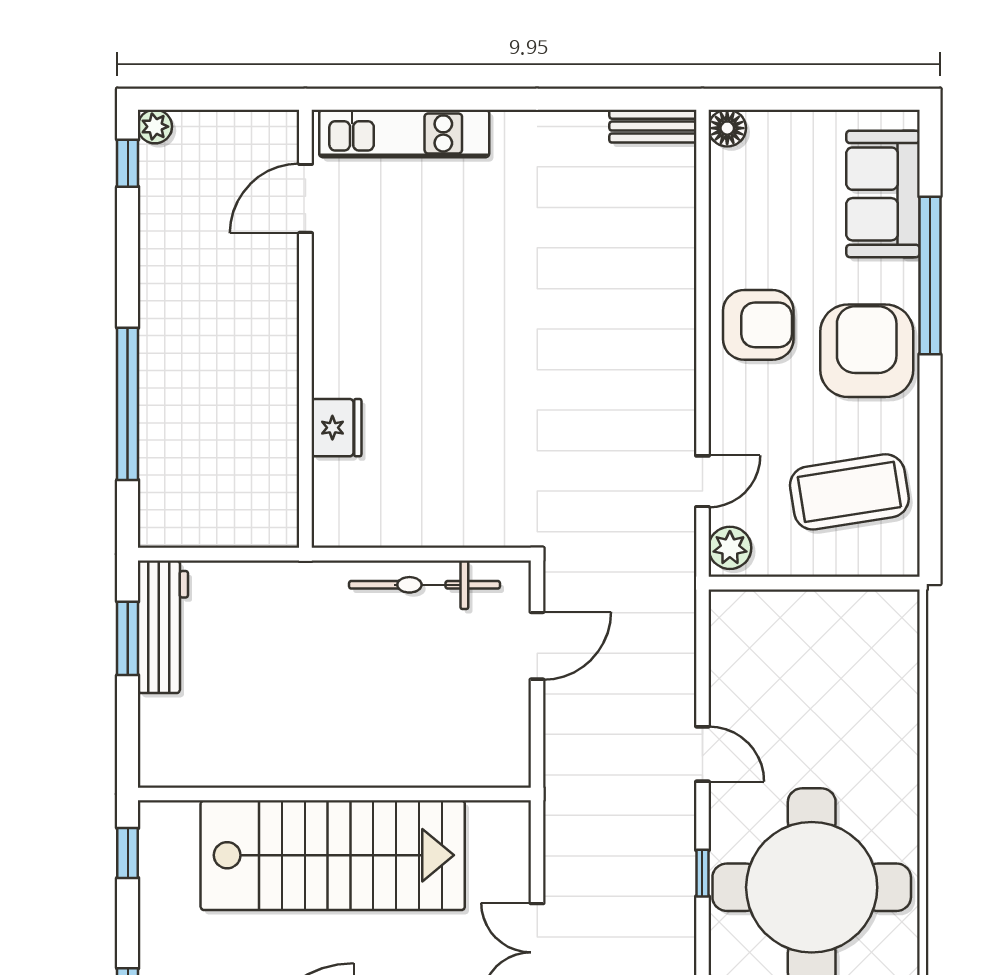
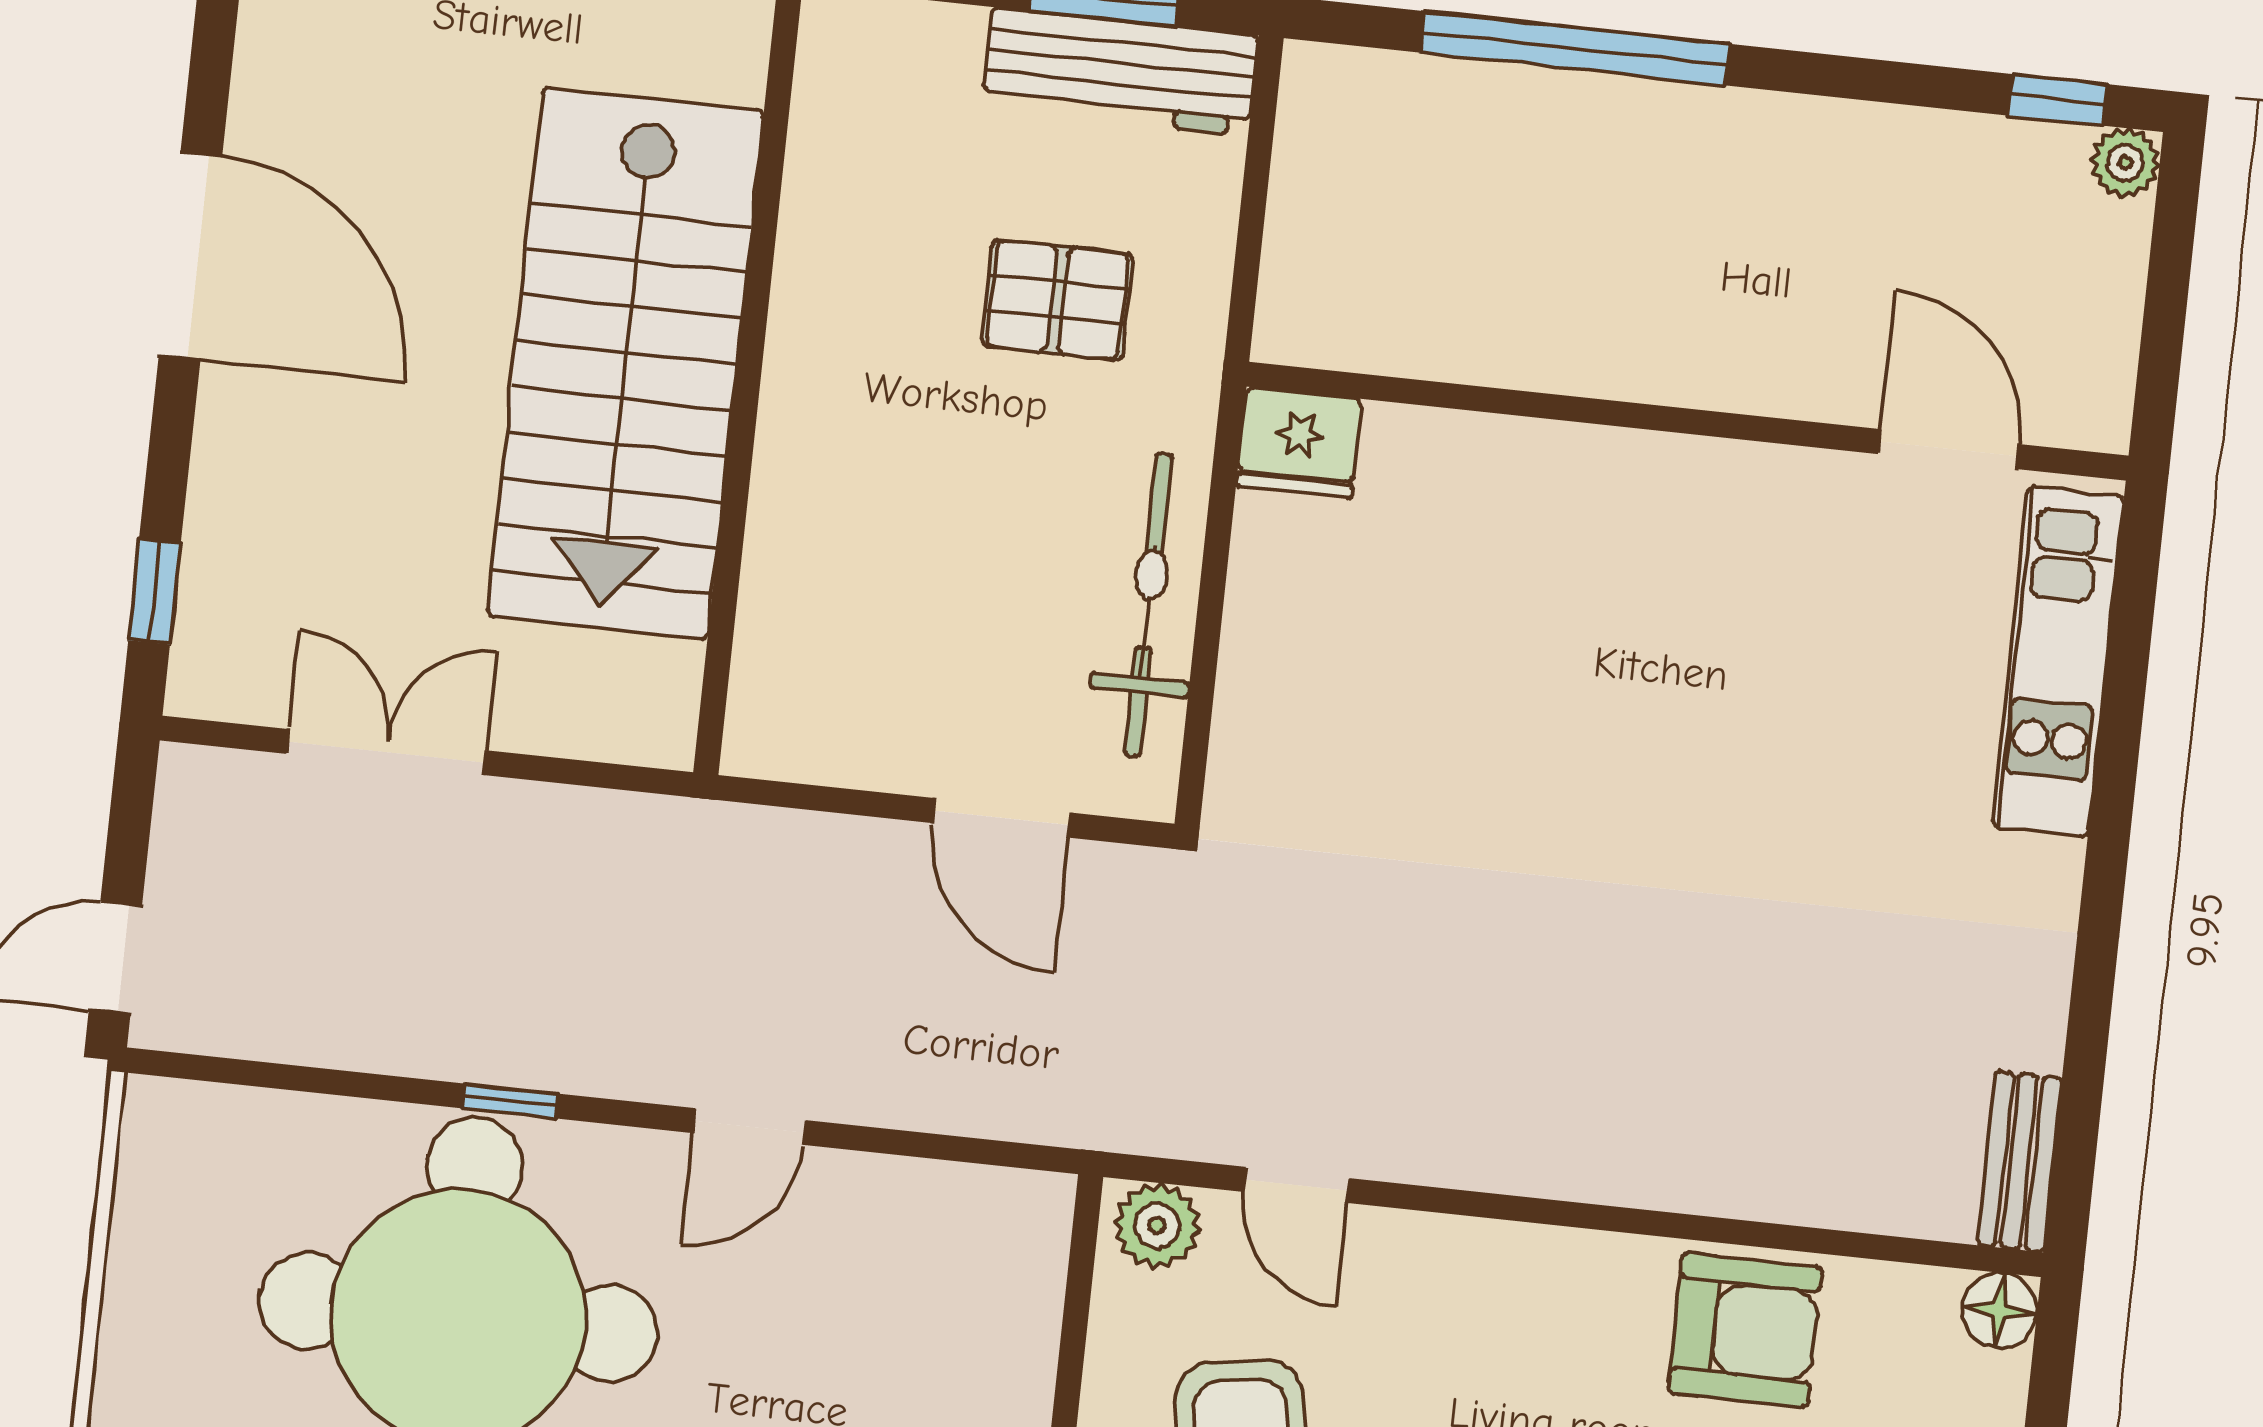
armchair: (758, 325) -> (1745, 1330), moved, turned -90
fridge: (336, 428) -> (1299, 443), moved
pallet: (279, 646) -> (1057, 300), added

